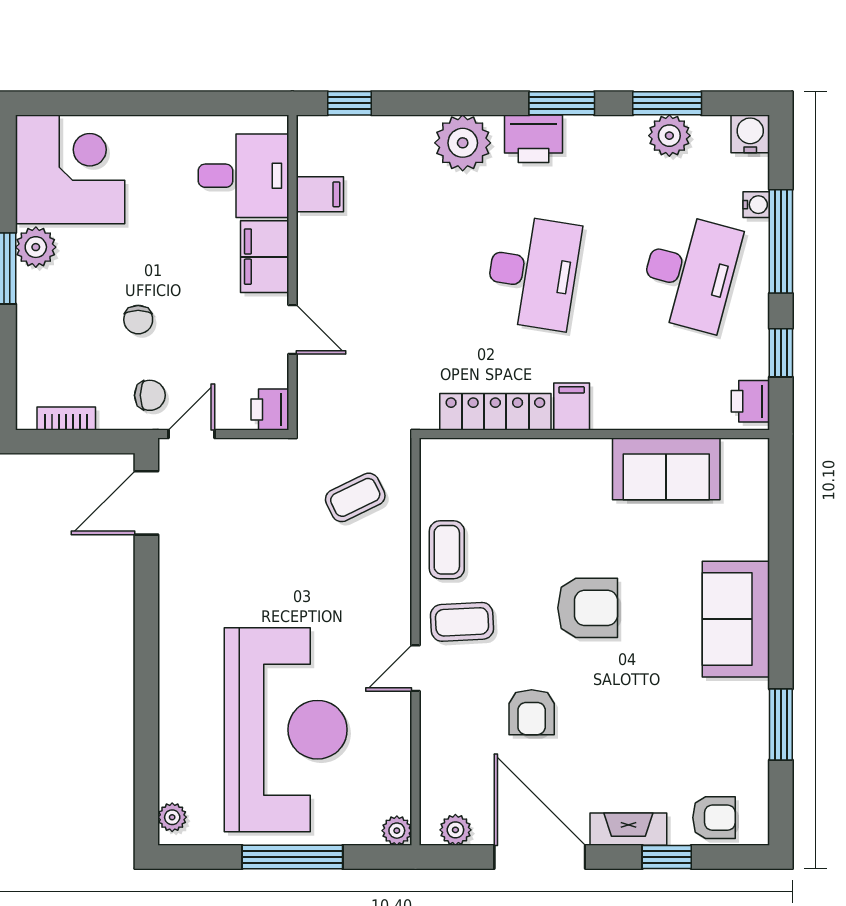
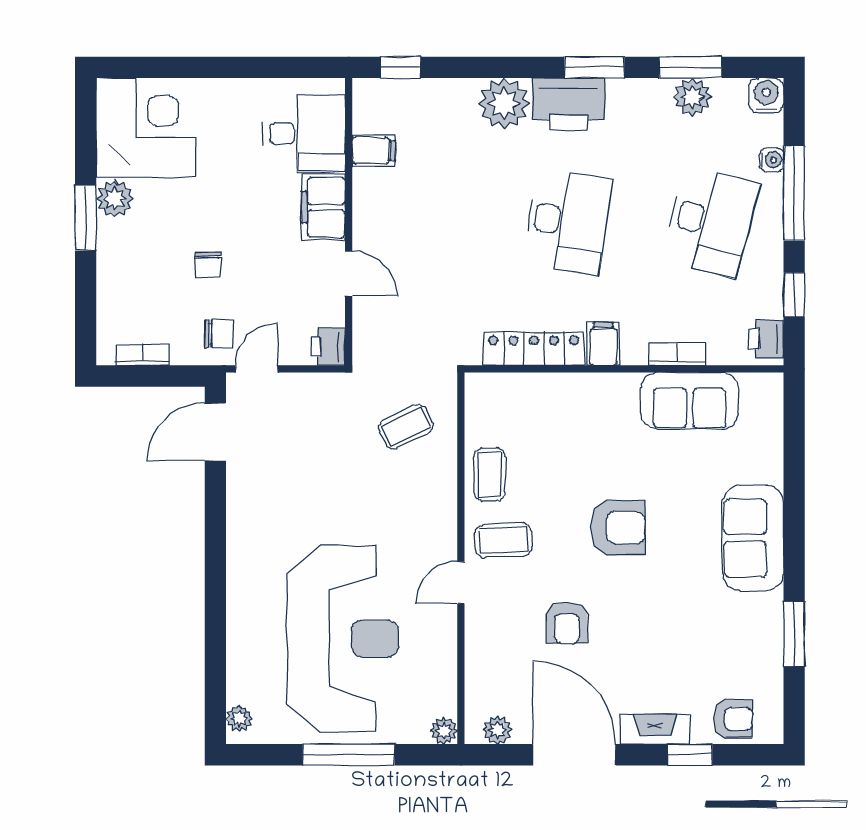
printer: (534, 139) -> (569, 104), width x1.37, depth x1.19
bookcase: (653, 418) -> (677, 354), added

